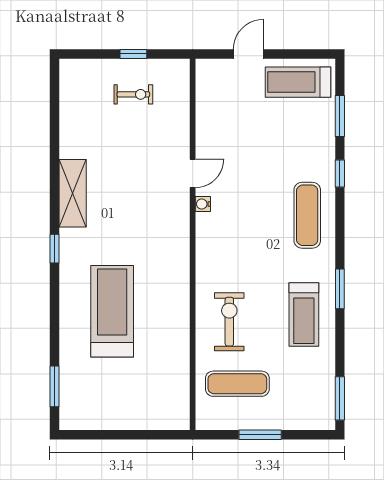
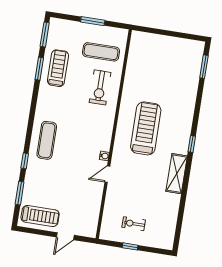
window: (340, 289) -> (39, 69), moved
treadmill: (112, 311) -> (146, 128), moved, turned 180
treadmill: (304, 314) -> (58, 68), moved

